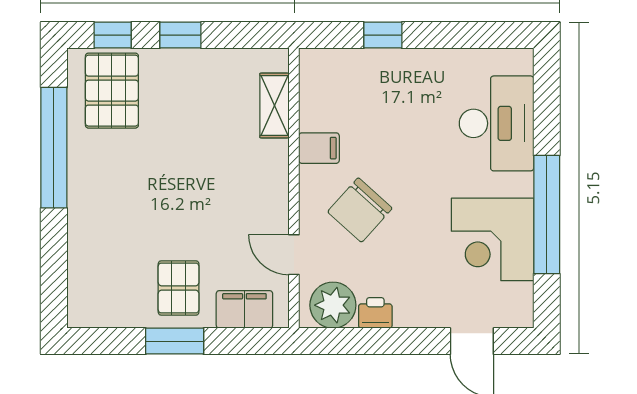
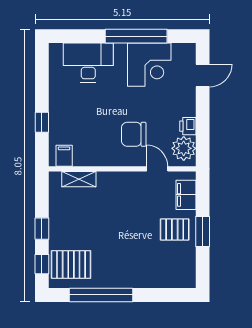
filing cabinet: (319, 148) -> (64, 156), moved
chair: (360, 210) -> (134, 134), turned 138
door: (294, 255) -> (157, 169), swing flipped

